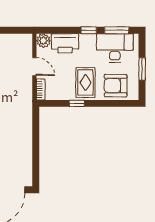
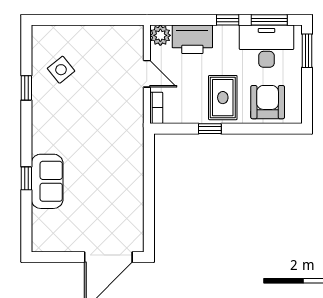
window: (142, 69) -> (307, 51), moved
armchair: (116, 86) -> (268, 102), turned 90

